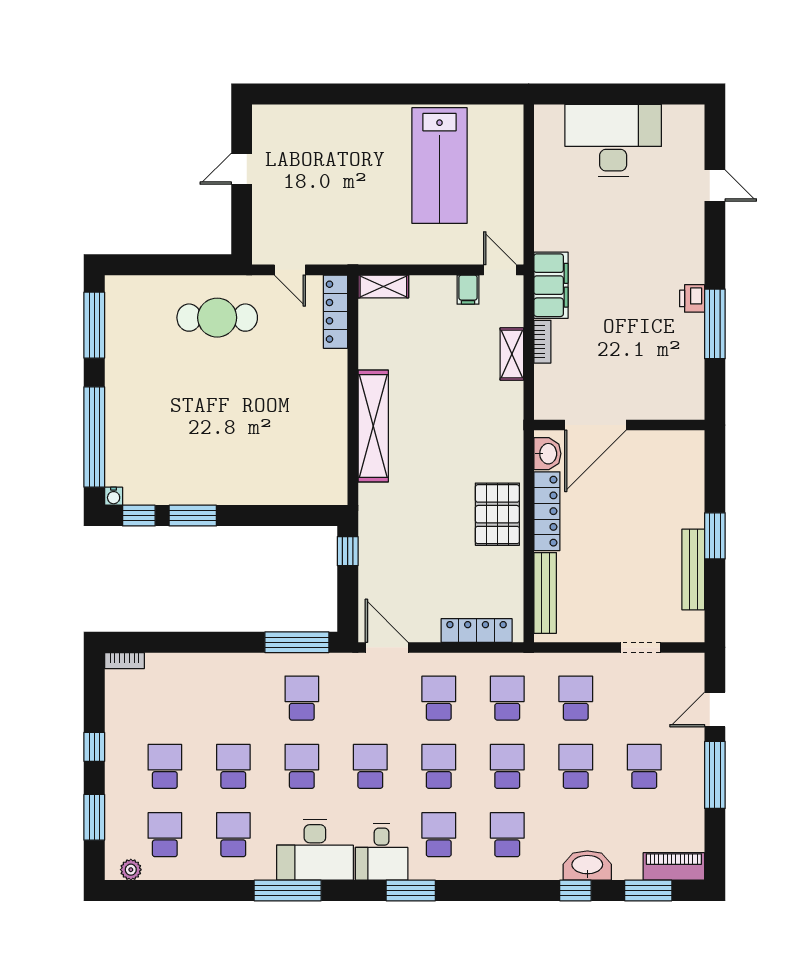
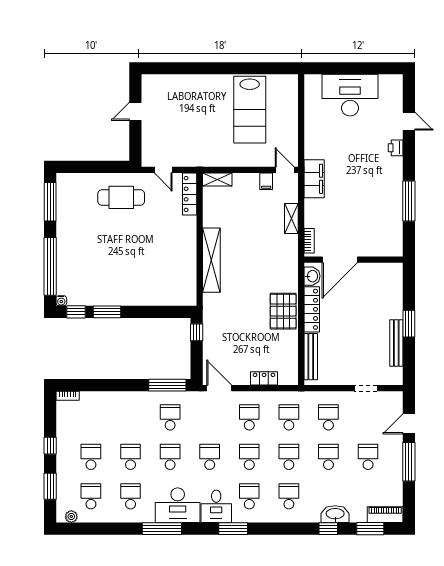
printer: (692, 298) -> (396, 148), moved
bookcase: (542, 342) -> (309, 241), moved
locker: (477, 631) -> (264, 378), width x0.66

